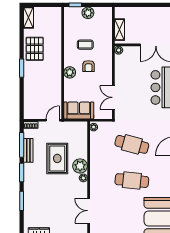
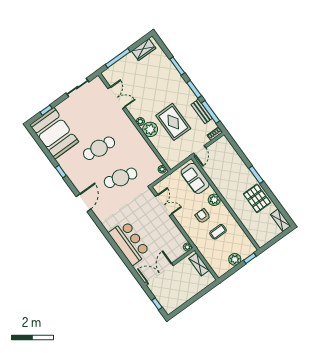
sofa: (79, 110) -> (195, 178), moved, turned 90

